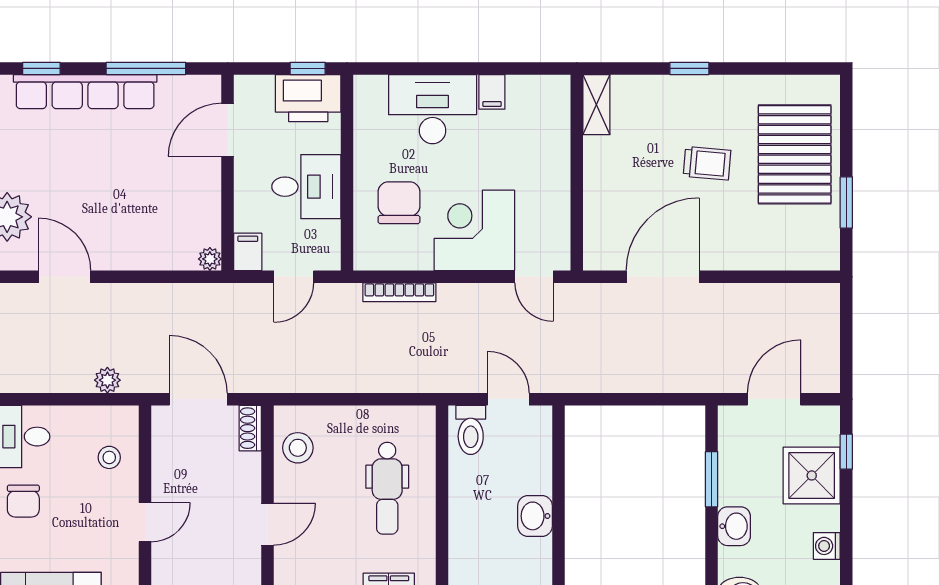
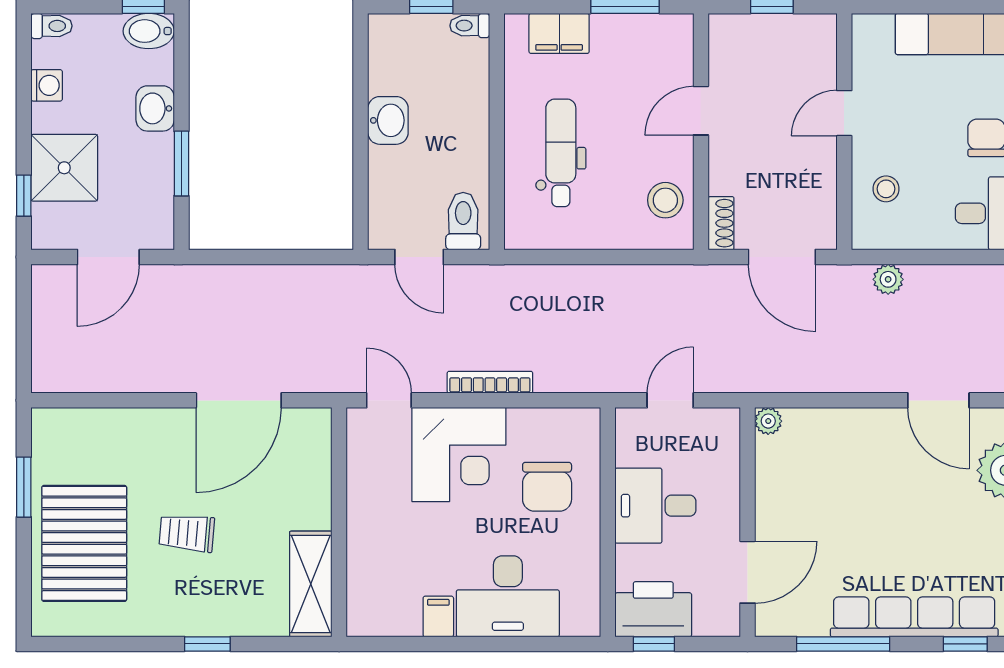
shelving: (596, 105) -> (311, 584), width x1.50, depth x1.33
filing cabinet: (248, 252) -> (724, 429), removed
bookcase: (399, 292) -> (490, 382), moved

